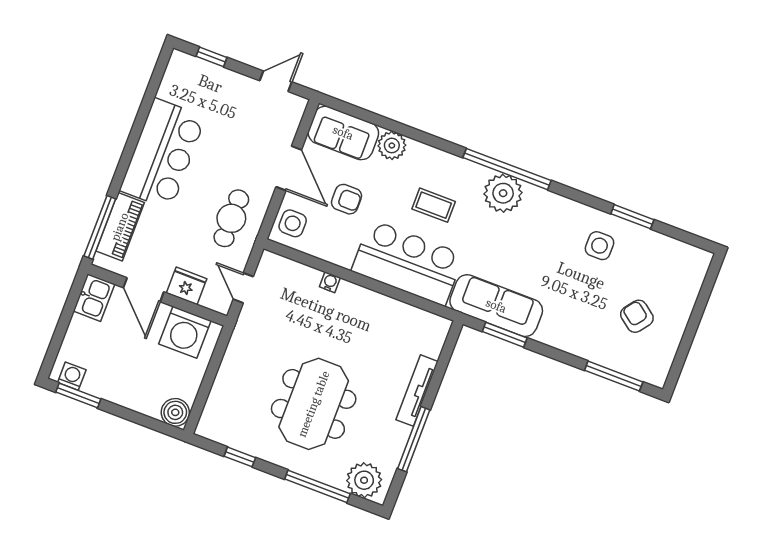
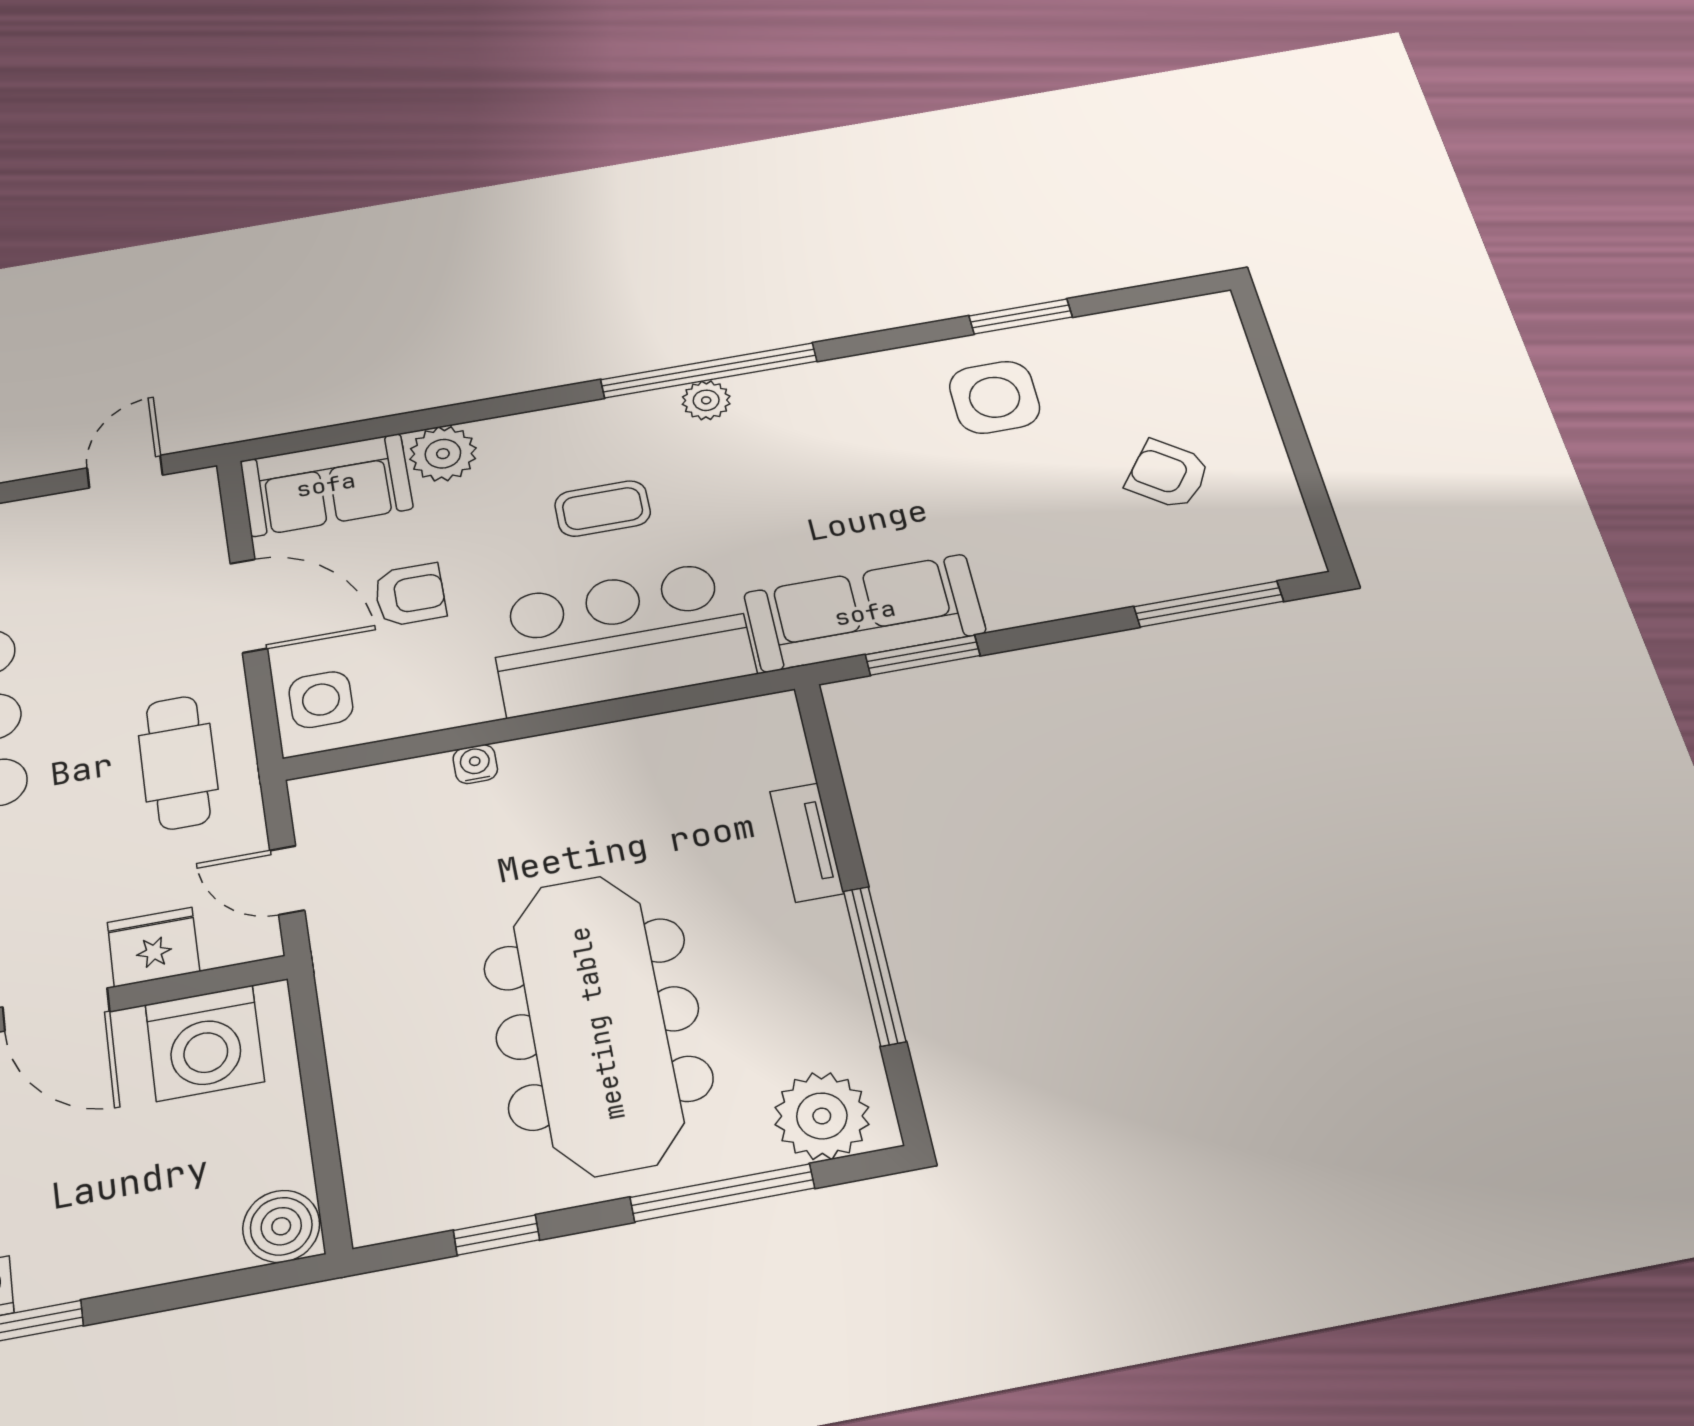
plant: (503, 193) -> (706, 400), width x0.53, depth x0.53
side table: (600, 246) -> (995, 397), width x1.37, depth x1.37
tv unit: (417, 391) -> (807, 842), width x0.71
meeting table: (314, 404) -> (597, 1023), width x1.36

